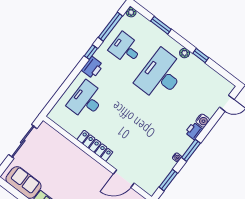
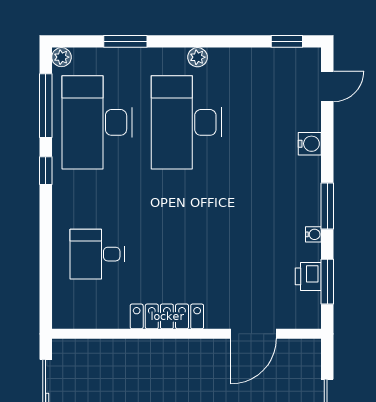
desk: (126, 49) -> (97, 122), width x1.87, depth x1.30
window: (201, 55) -> (287, 41), moved
printer: (92, 67) -> (67, 193), removed
desk: (86, 100) -> (97, 254), width x0.73
printer: (194, 131) -> (308, 276), moved

